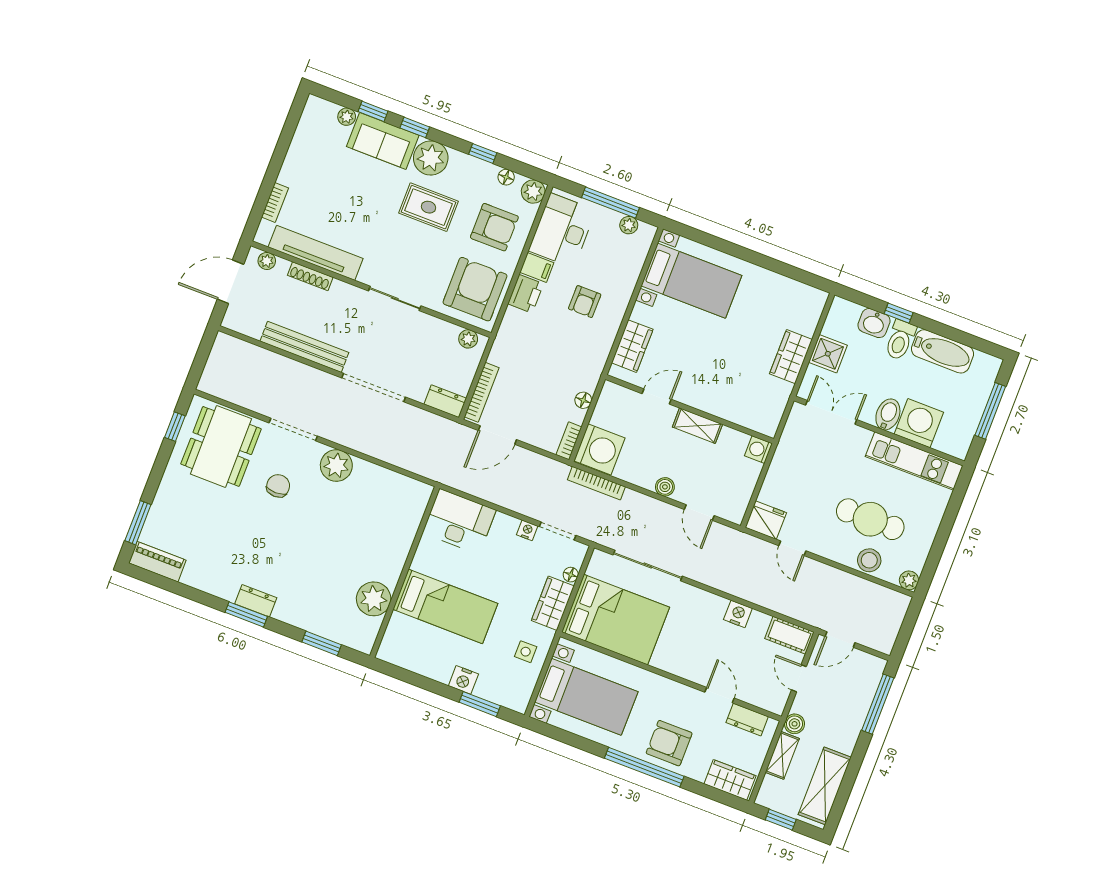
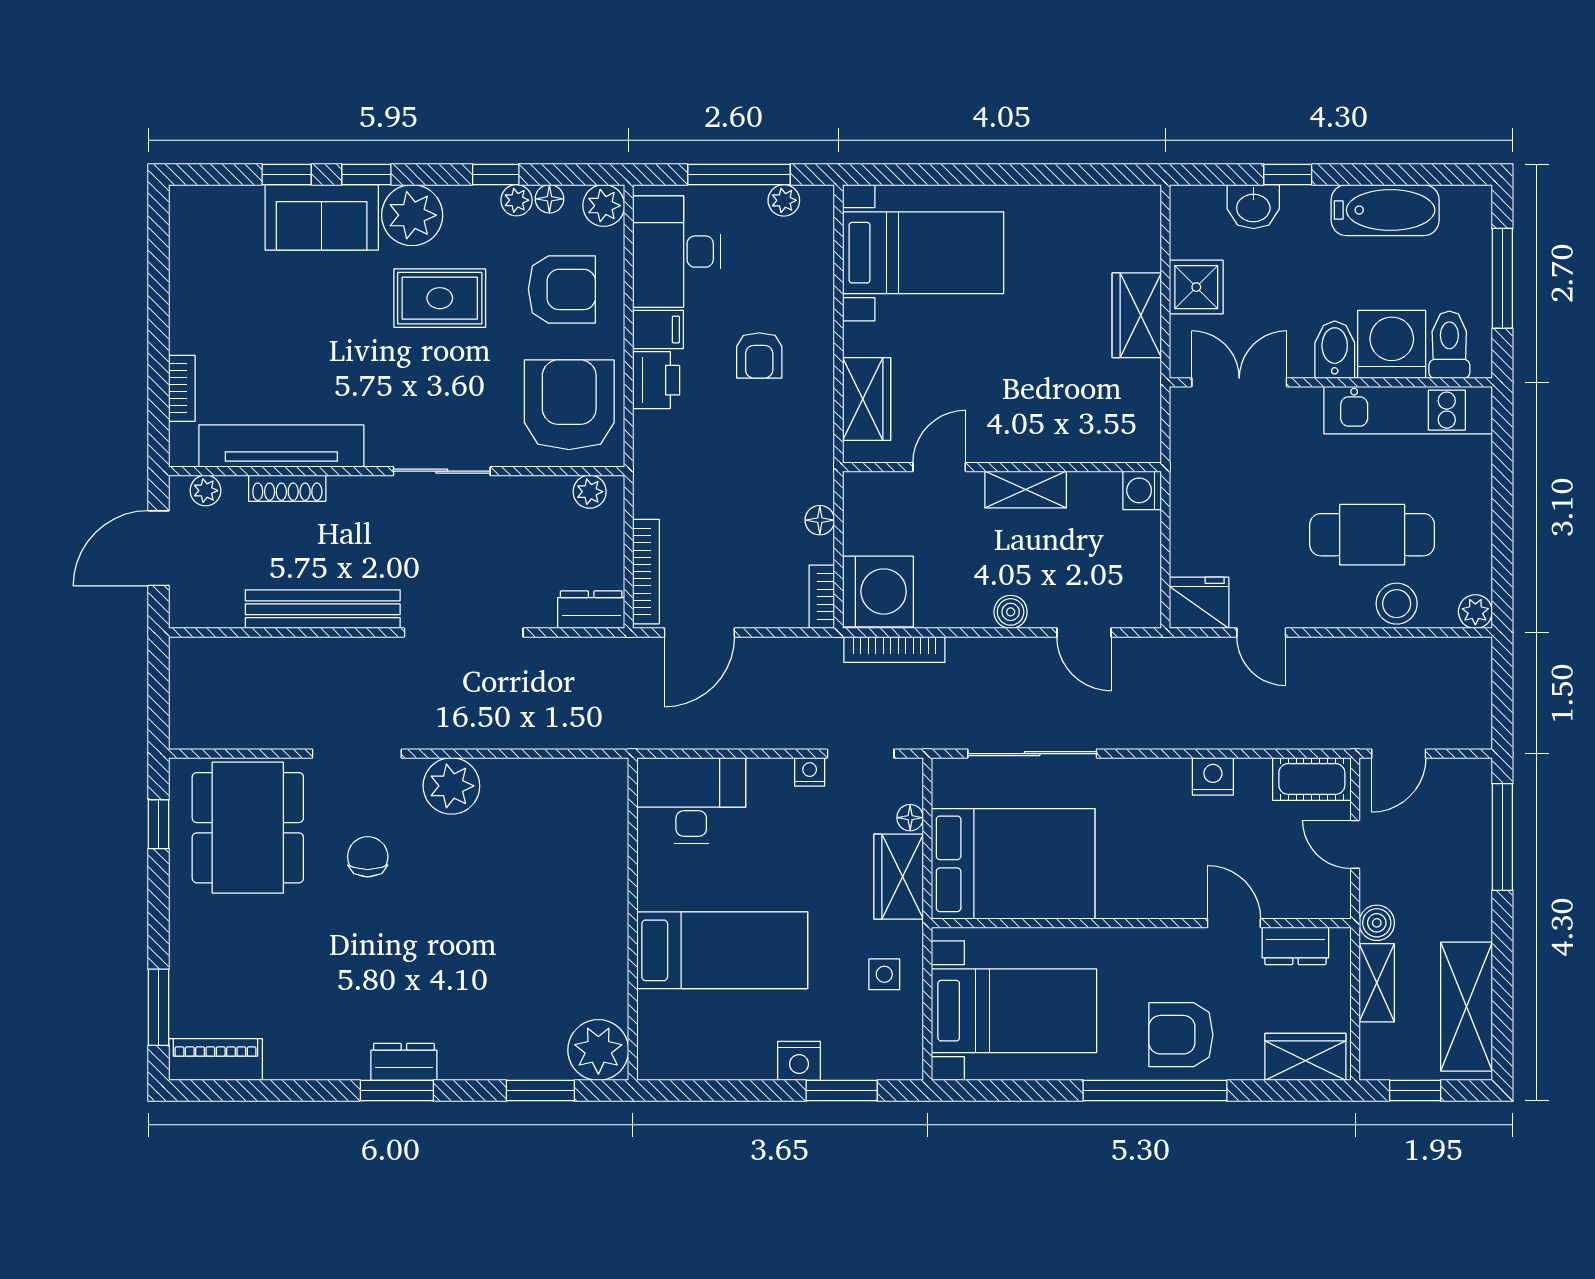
plant: (347, 117) -> (516, 200), moved
toilet: (900, 340) -> (1449, 345), moved, turned 180
plant: (374, 599) -> (598, 1050), moved

